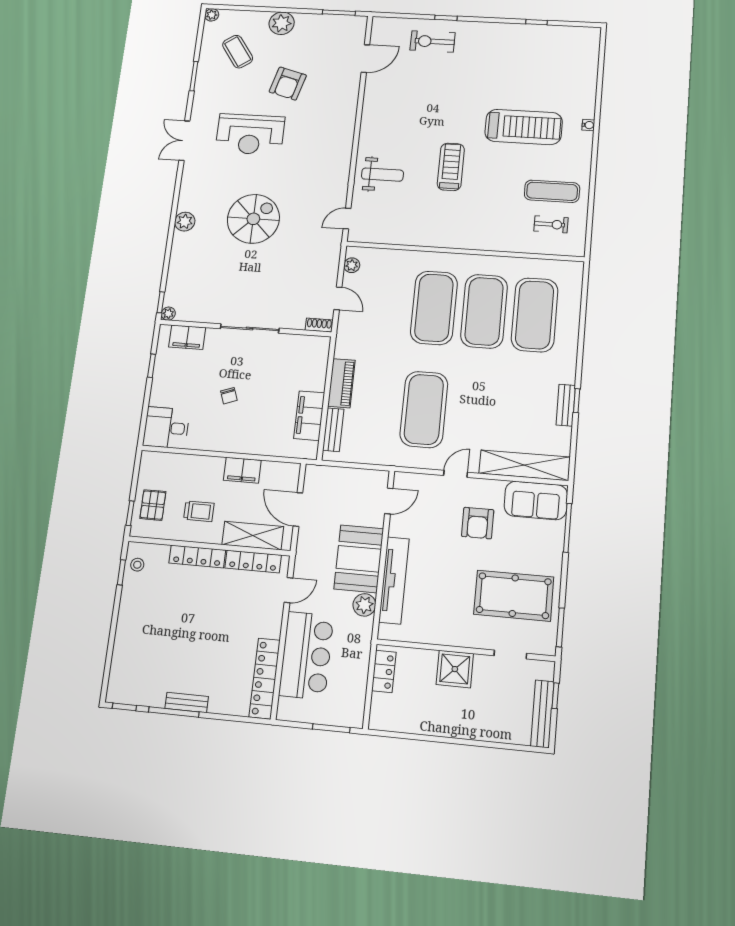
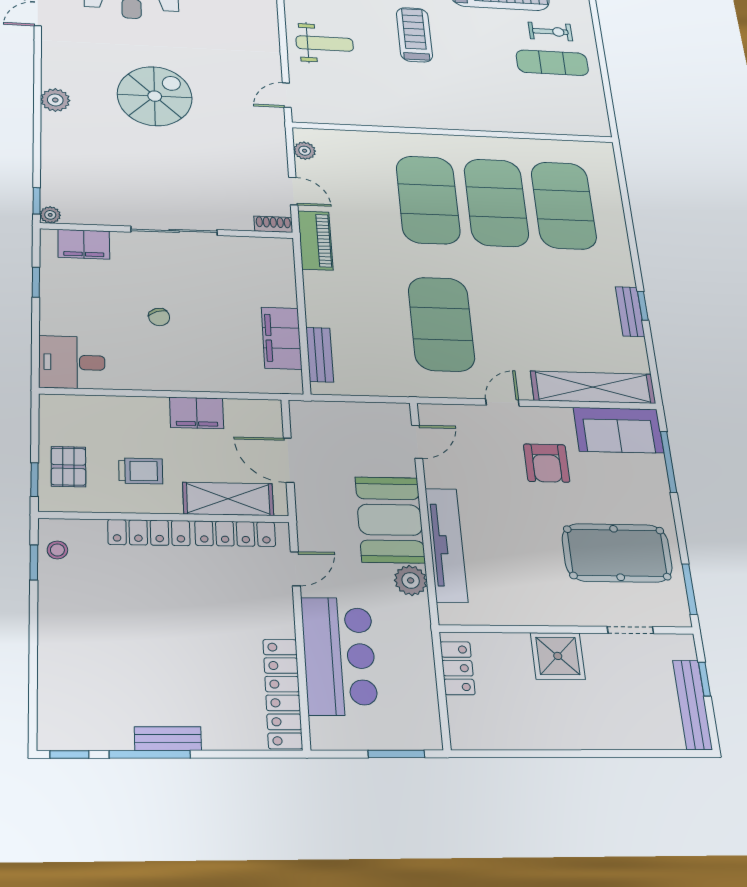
exercise bike: (551, 224) -> (550, 32), moved
piano: (341, 383) -> (315, 240), moved

